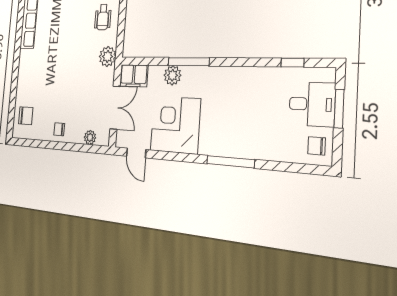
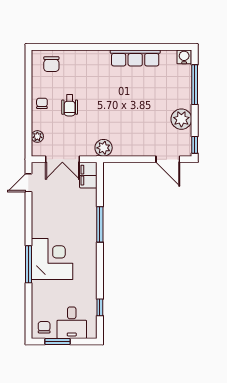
wheelchair: (103, 17) -> (70, 105), moved, turned -90
plant: (172, 75) -> (89, 211), removed
window: (339, 109) -> (57, 341), moved
corner desk: (175, 125) -> (52, 259), moved

